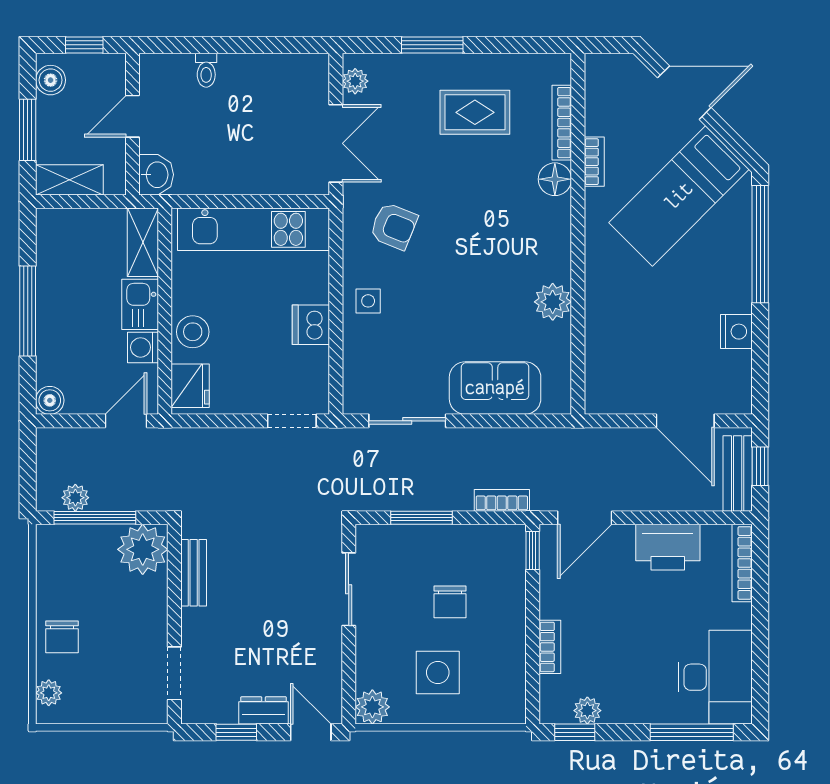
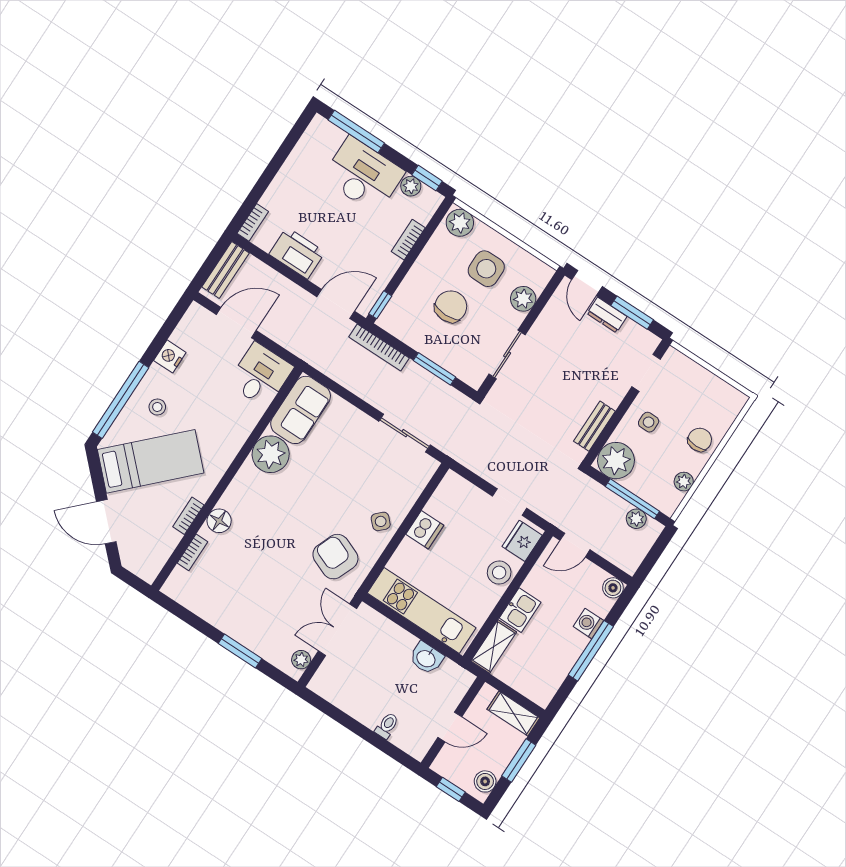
rug: (475, 112) -> (241, 593), removed
bookcase: (562, 123) -> (192, 552), width x0.64
washbasin: (156, 175) -> (426, 658), moved, turned -90
armchair: (394, 226) -> (335, 557), width x1.38, depth x1.38
stool: (712, 264) -> (157, 407), added
side table: (368, 301) -> (381, 521), turned 45
plant: (553, 302) -> (271, 454), width x1.36, depth x1.36
washing machine: (143, 347) -> (588, 624), moved, turned 180
desk: (617, 379) -> (261, 375), added
sofa: (495, 388) -> (301, 410), moved, turned -90
doorway: (292, 421) -> (510, 502), moved
door: (685, 421) -> (236, 323), hinge flipped
window: (760, 466) -> (209, 265), removed
bookcase: (502, 500) -> (379, 348), width x1.56
bookcase: (742, 563) -> (253, 222), width x0.64
chair: (450, 602) -> (451, 307), width x1.37, depth x1.37
side table: (134, 618) -> (649, 422), added
desk: (715, 677) -> (363, 175), moved, turned 90
plant: (49, 693) -> (684, 482), moved
plant: (503, 705) -> (460, 223), added
plant: (372, 707) -> (523, 299), moved
window: (236, 732) -> (632, 313), width x1.50

